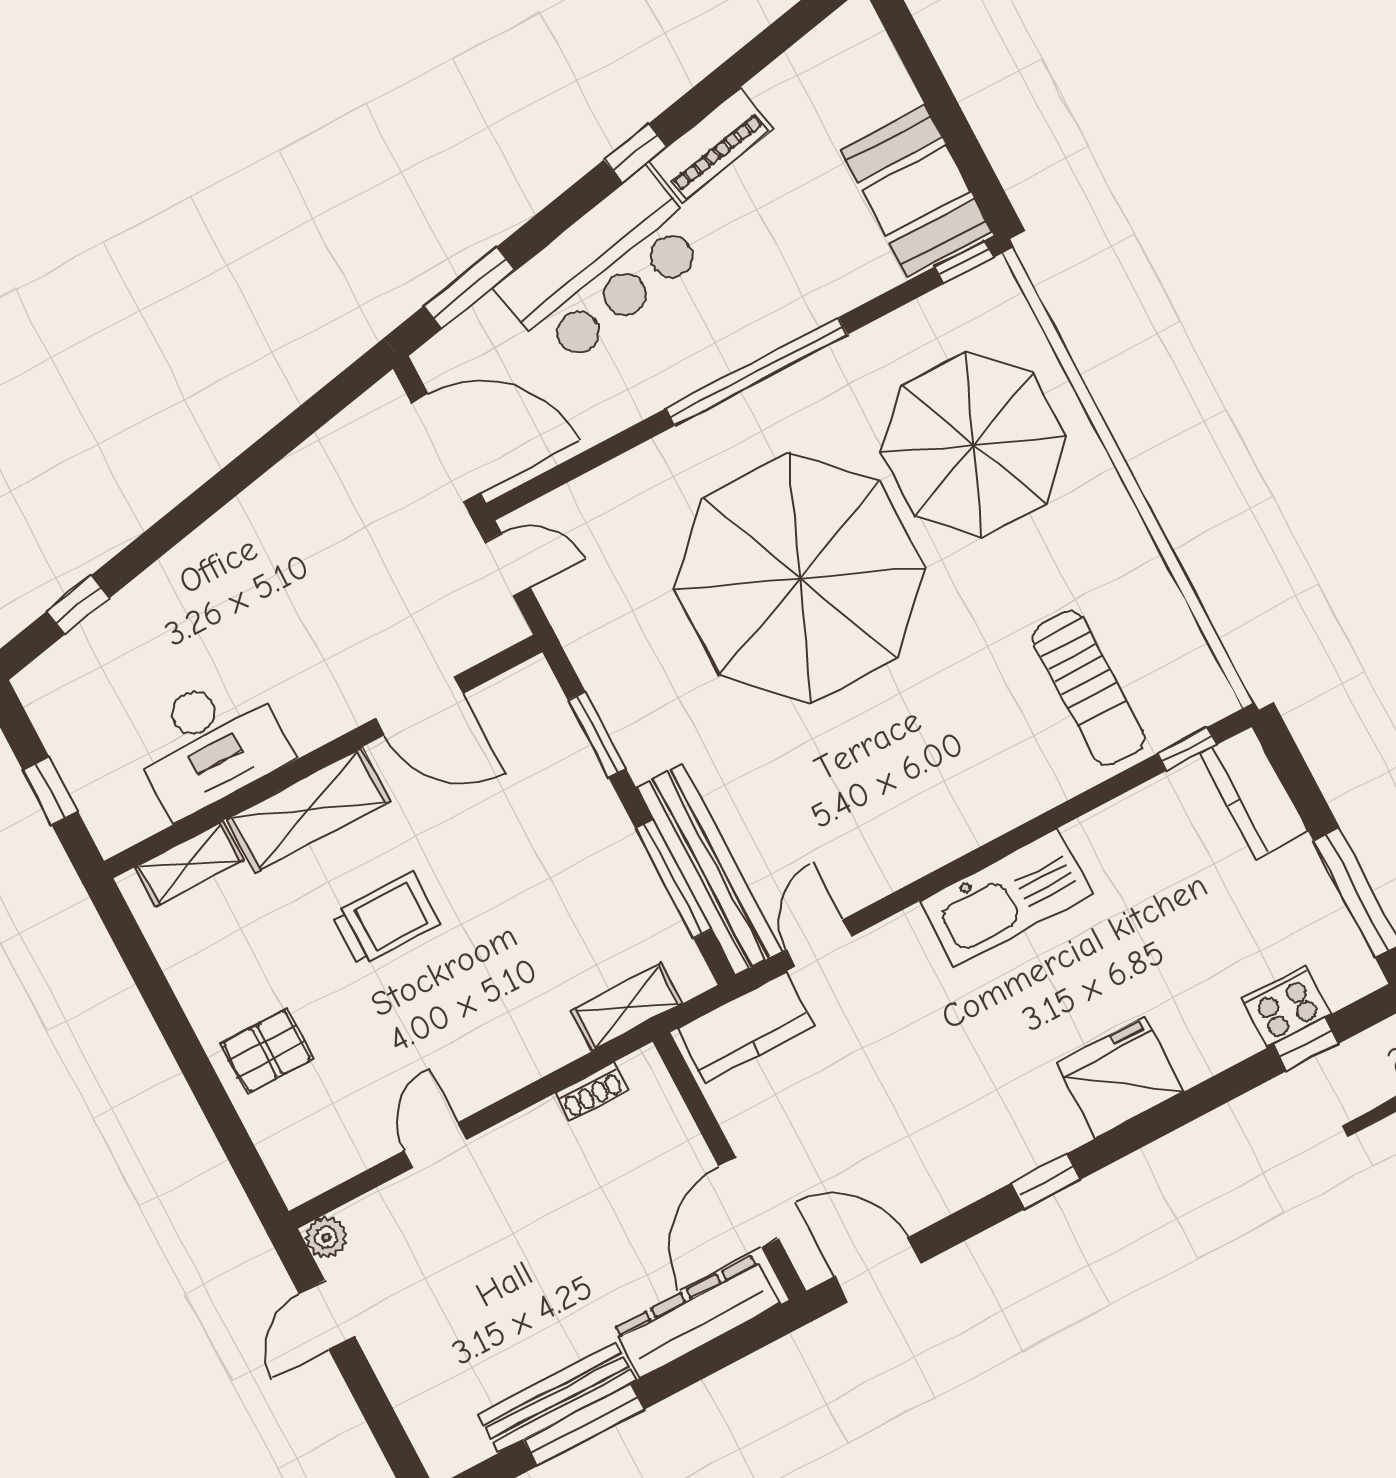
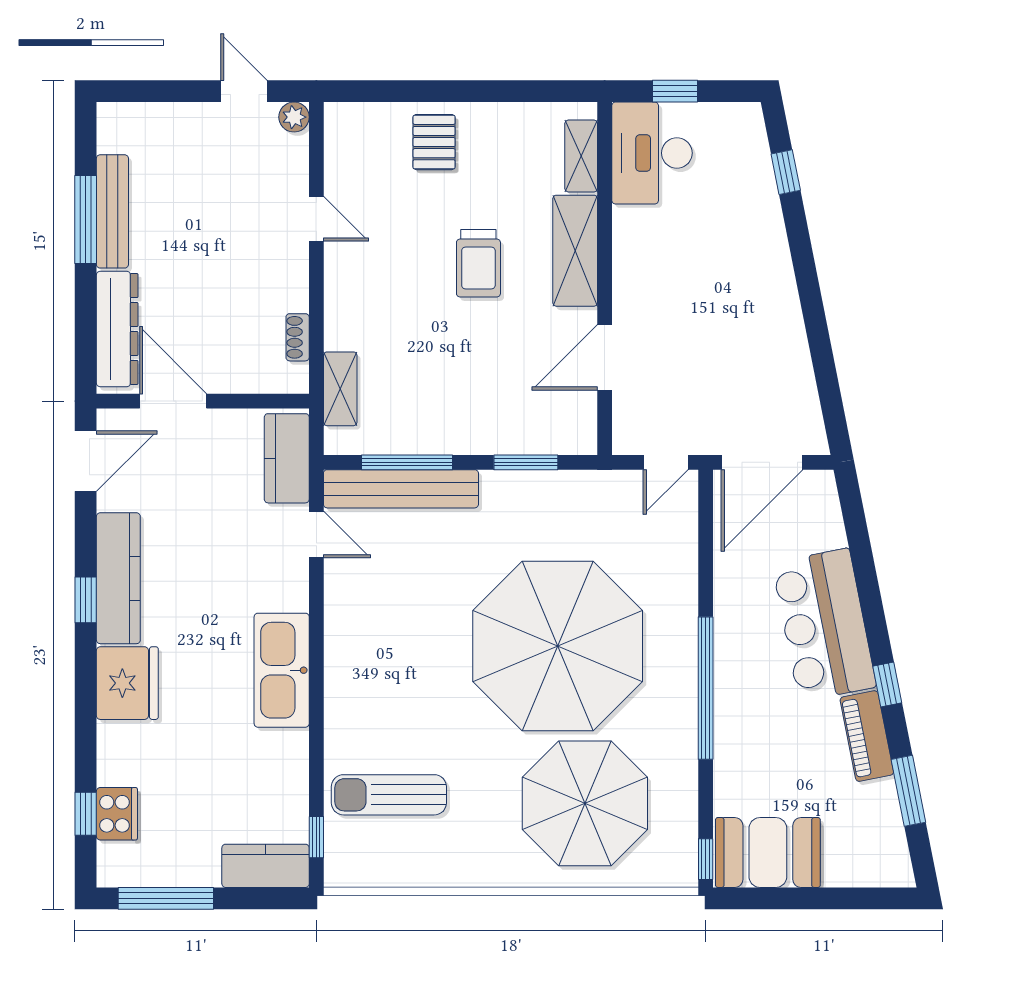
window: (469, 288) -> (908, 791), moved
desk: (210, 743) -> (652, 153), moved
kitchen counter: (999, 1155) -> (118, 578), added

